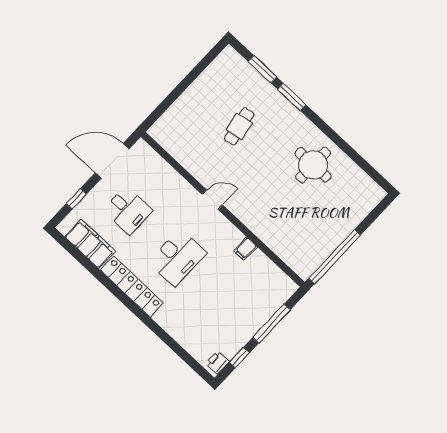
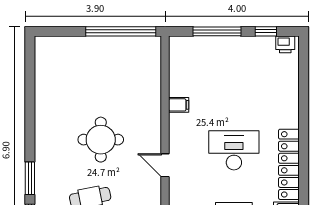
round table: (313, 165) -> (101, 140), moved

